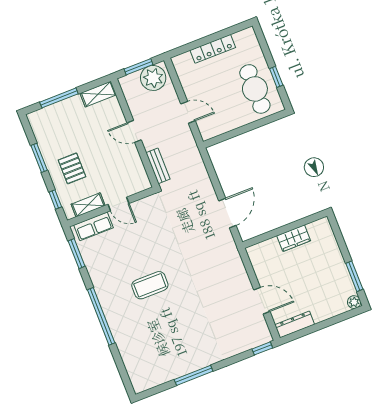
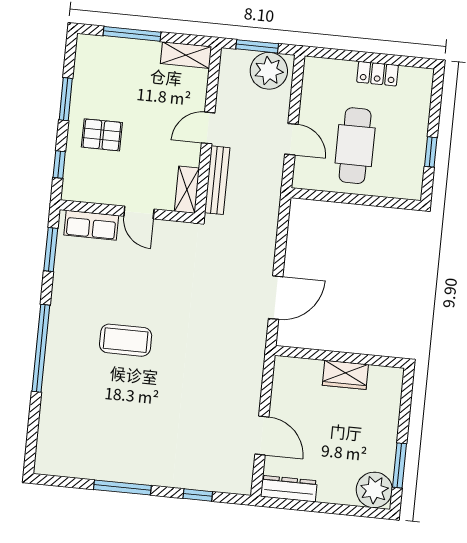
locker: (213, 49) -> (378, 74), width x0.66
cafe table: (255, 89) -> (355, 146), moved
door: (134, 131) -> (208, 128), hinge flipped
bench: (158, 166) -> (217, 180), width x1.36
pallet: (72, 168) -> (102, 135), turned 90
shelving: (88, 205) -> (187, 190), moved, turned 90
plant: (354, 302) -> (374, 490), width x1.88, depth x1.88
window: (262, 348) -> (198, 495), moved

